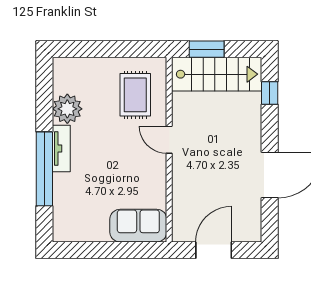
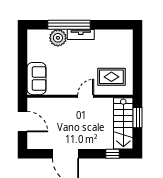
plant: (67, 109) -> (58, 38), moved

